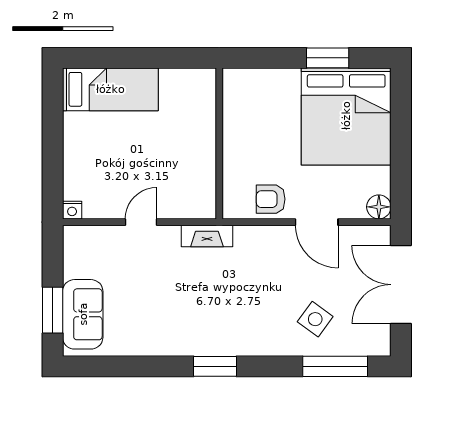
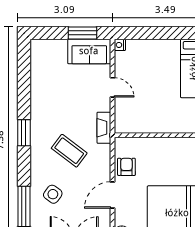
coffee table: (244, 293) -> (69, 151), added
window: (53, 310) -> (83, 33), moved
sofa: (83, 314) -> (89, 51), moved

